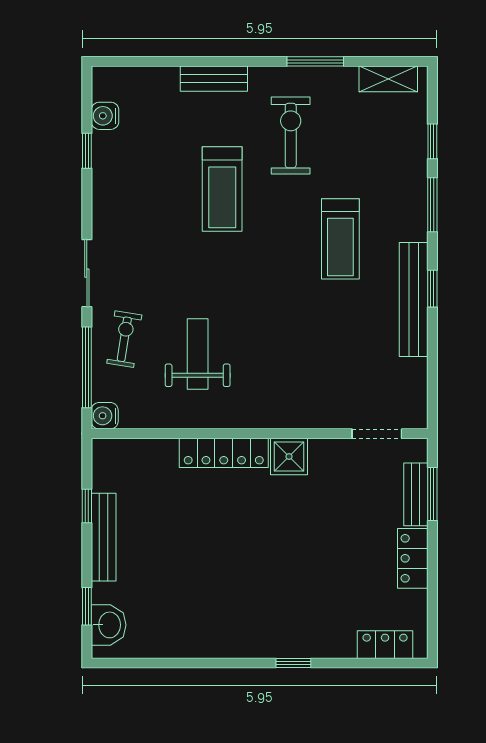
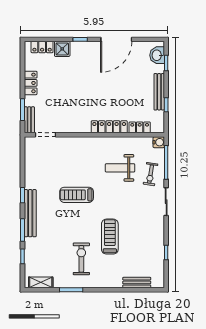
bench: (214, 79) -> (137, 282), moved
water cooler: (105, 116) -> (159, 267), removed
exercise bike: (291, 136) -> (81, 259), turned 180
treadmill: (340, 239) -> (77, 195), moved, turned -90
bench: (414, 299) -> (30, 213), moved
weight bench: (198, 354) -> (120, 168), turned 90
locker: (150, 451) -> (140, 127), added
shower: (289, 457) -> (62, 49), moved
bench: (416, 494) -> (29, 120), moved
door: (207, 663) -> (116, 39), added

